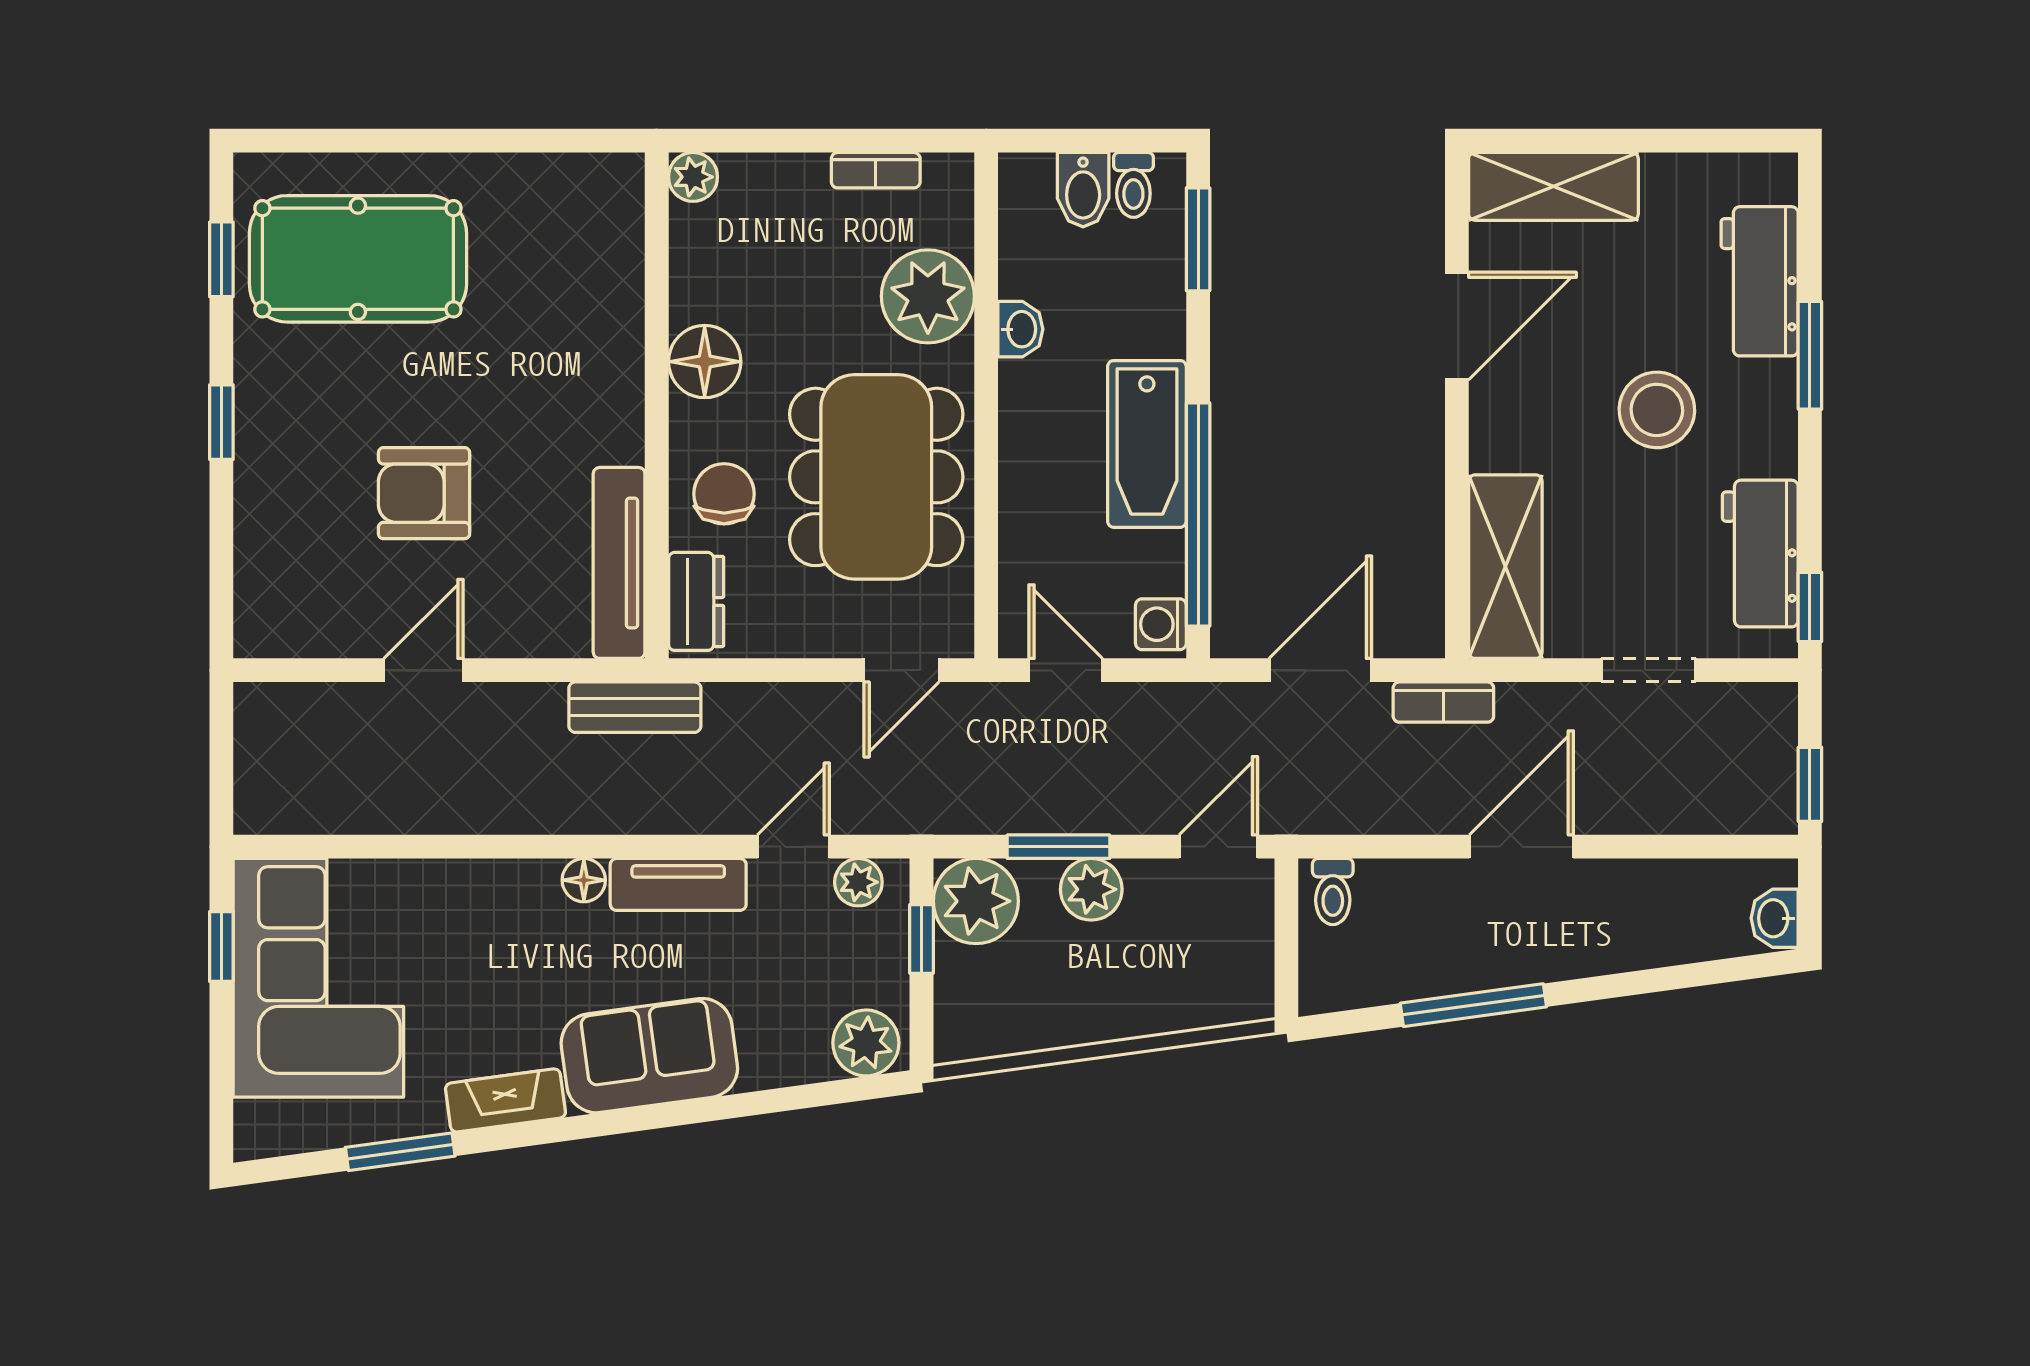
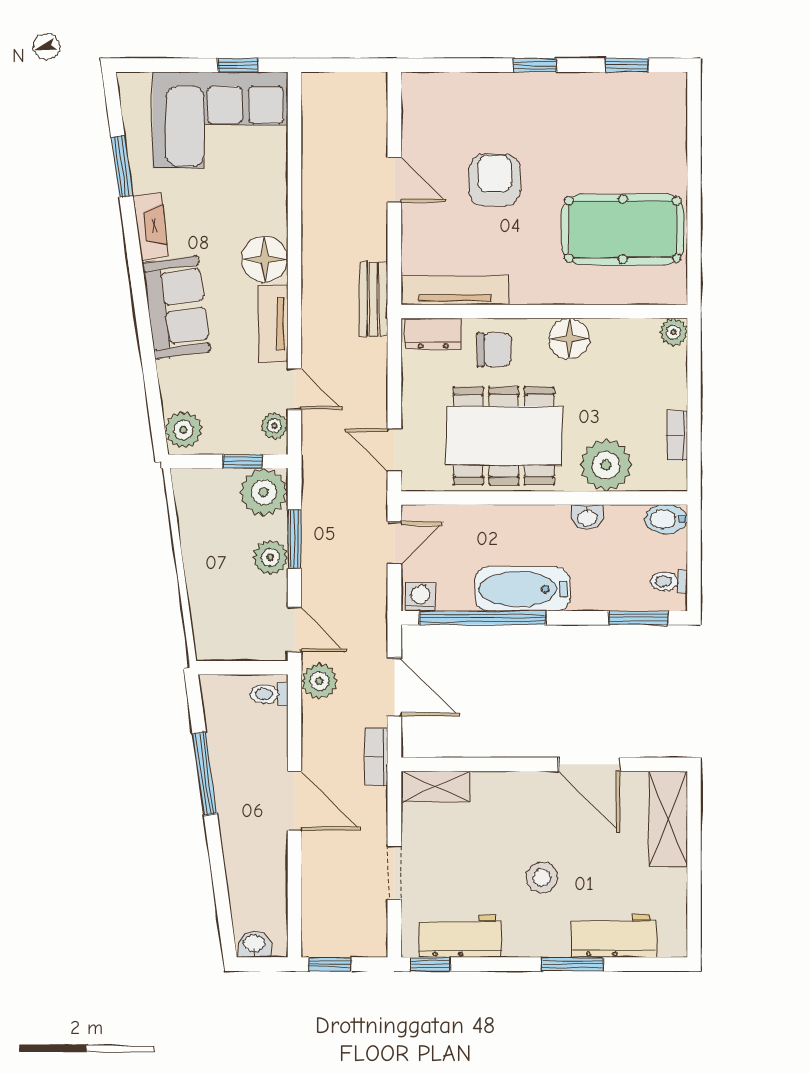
bidet: (1083, 190) -> (666, 519), moved
pool table: (358, 259) -> (623, 229), moved, turned 90
stool: (1657, 410) -> (542, 878), width x0.73, depth x0.73
shelving: (1505, 567) -> (436, 787), width x0.67, depth x0.75
plant: (1309, 803) -> (319, 681), added
floor lamp: (584, 880) -> (265, 259), width x1.89, depth x1.89

